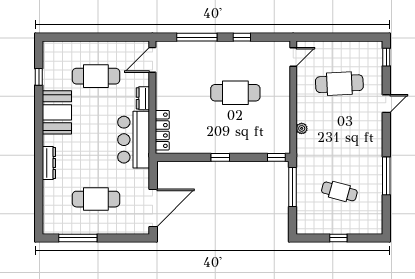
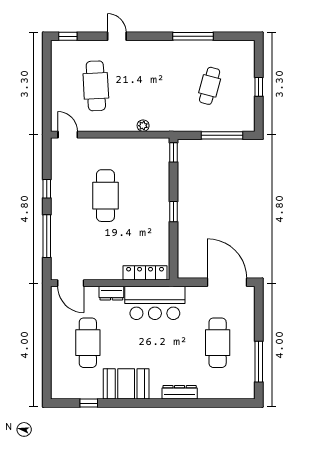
window: (292, 187) -> (222, 135), moved

